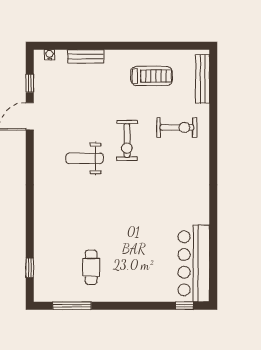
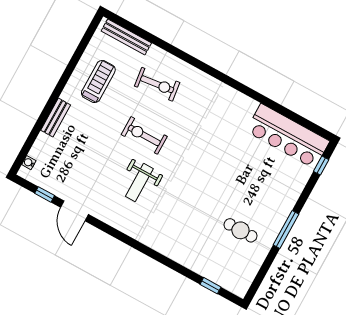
bench: (86, 56) -> (56, 118), moved
exercise bike: (177, 127) -> (157, 84), turned 83
exercise bike: (127, 140) -> (144, 135), turned 180
window: (72, 306) -> (286, 229), moved

